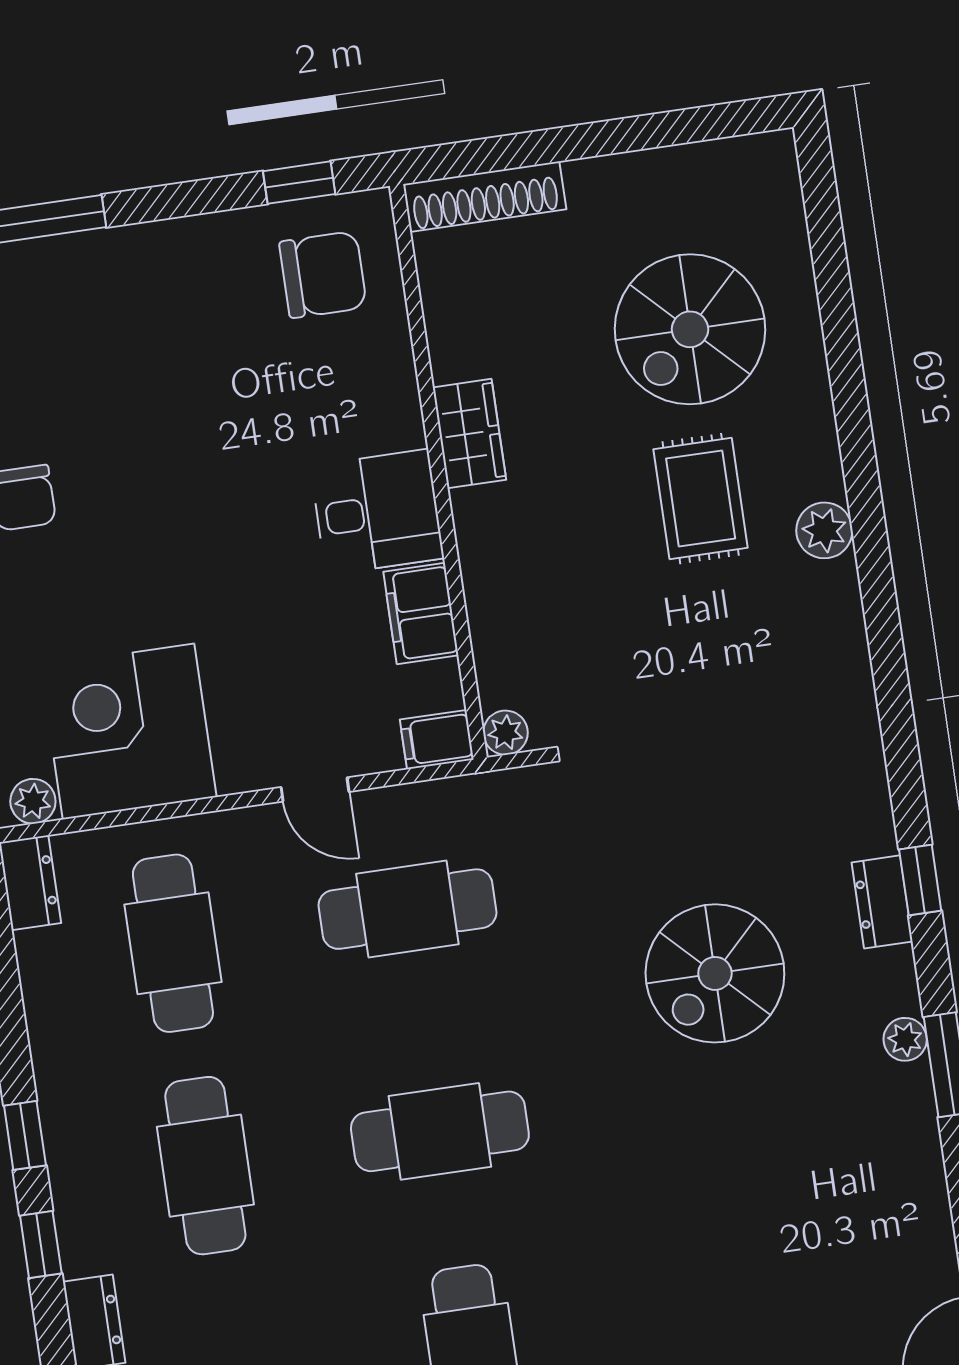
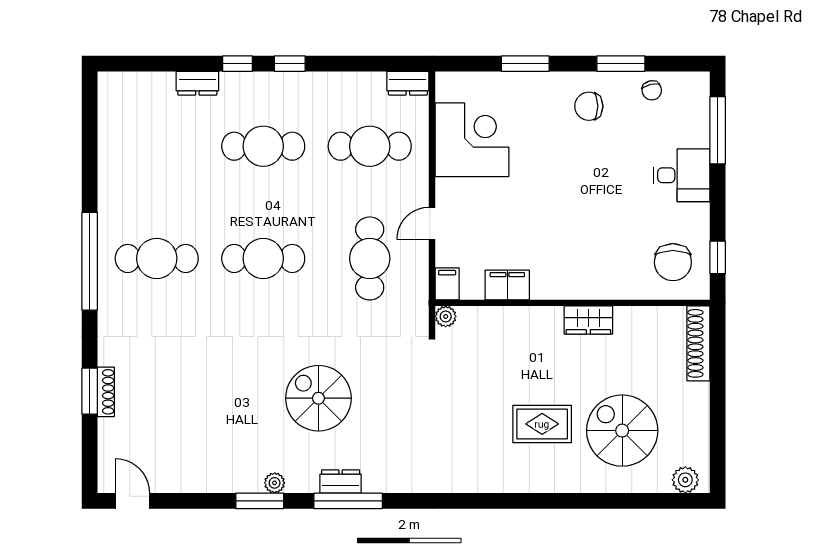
desk: (377, 512) -> (682, 175), moved, turned -90
plant: (824, 530) -> (685, 480), moved
plant: (33, 801) -> (446, 90), removed
window: (920, 880) -> (348, 501), width x2.17
cafe table: (440, 1131) -> (263, 258), turned 90

